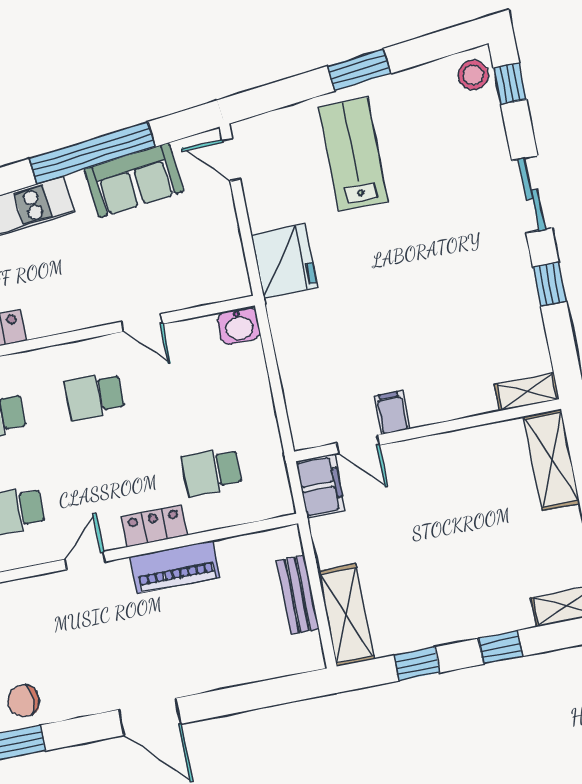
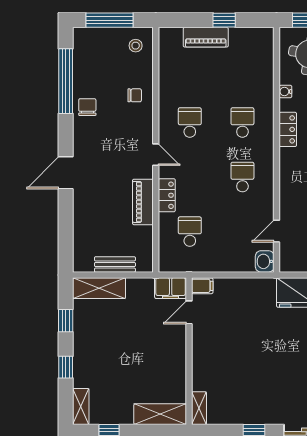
door: (142, 323) -> (276, 231), moved
filing cabinet: (392, 412) -> (202, 286), moved

